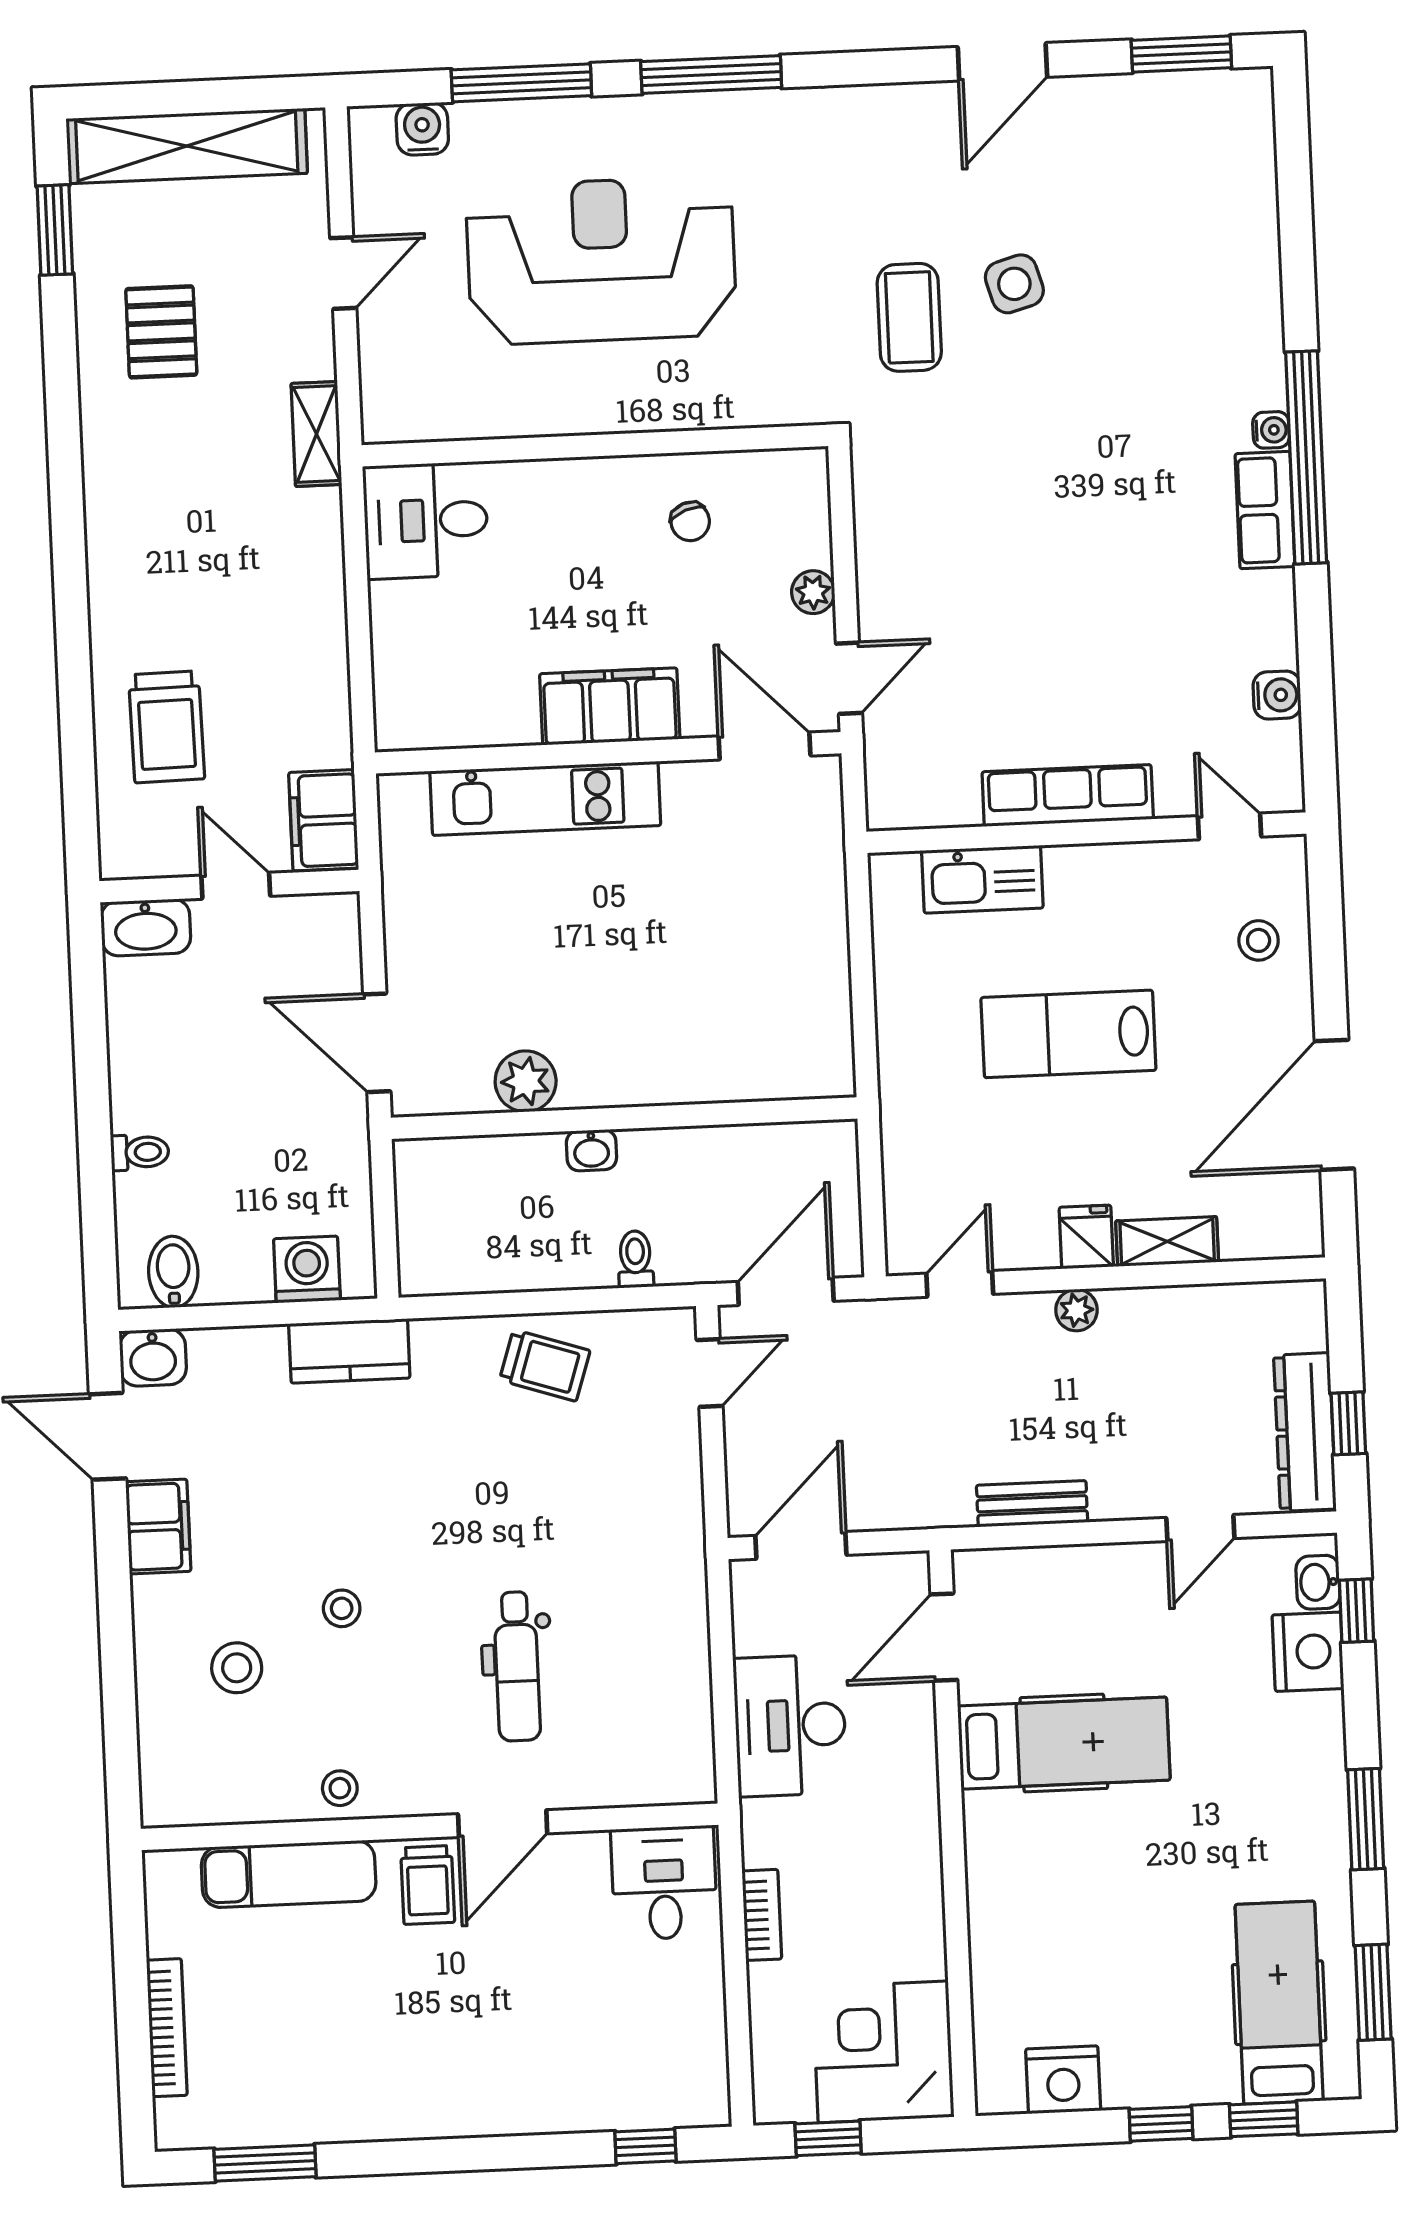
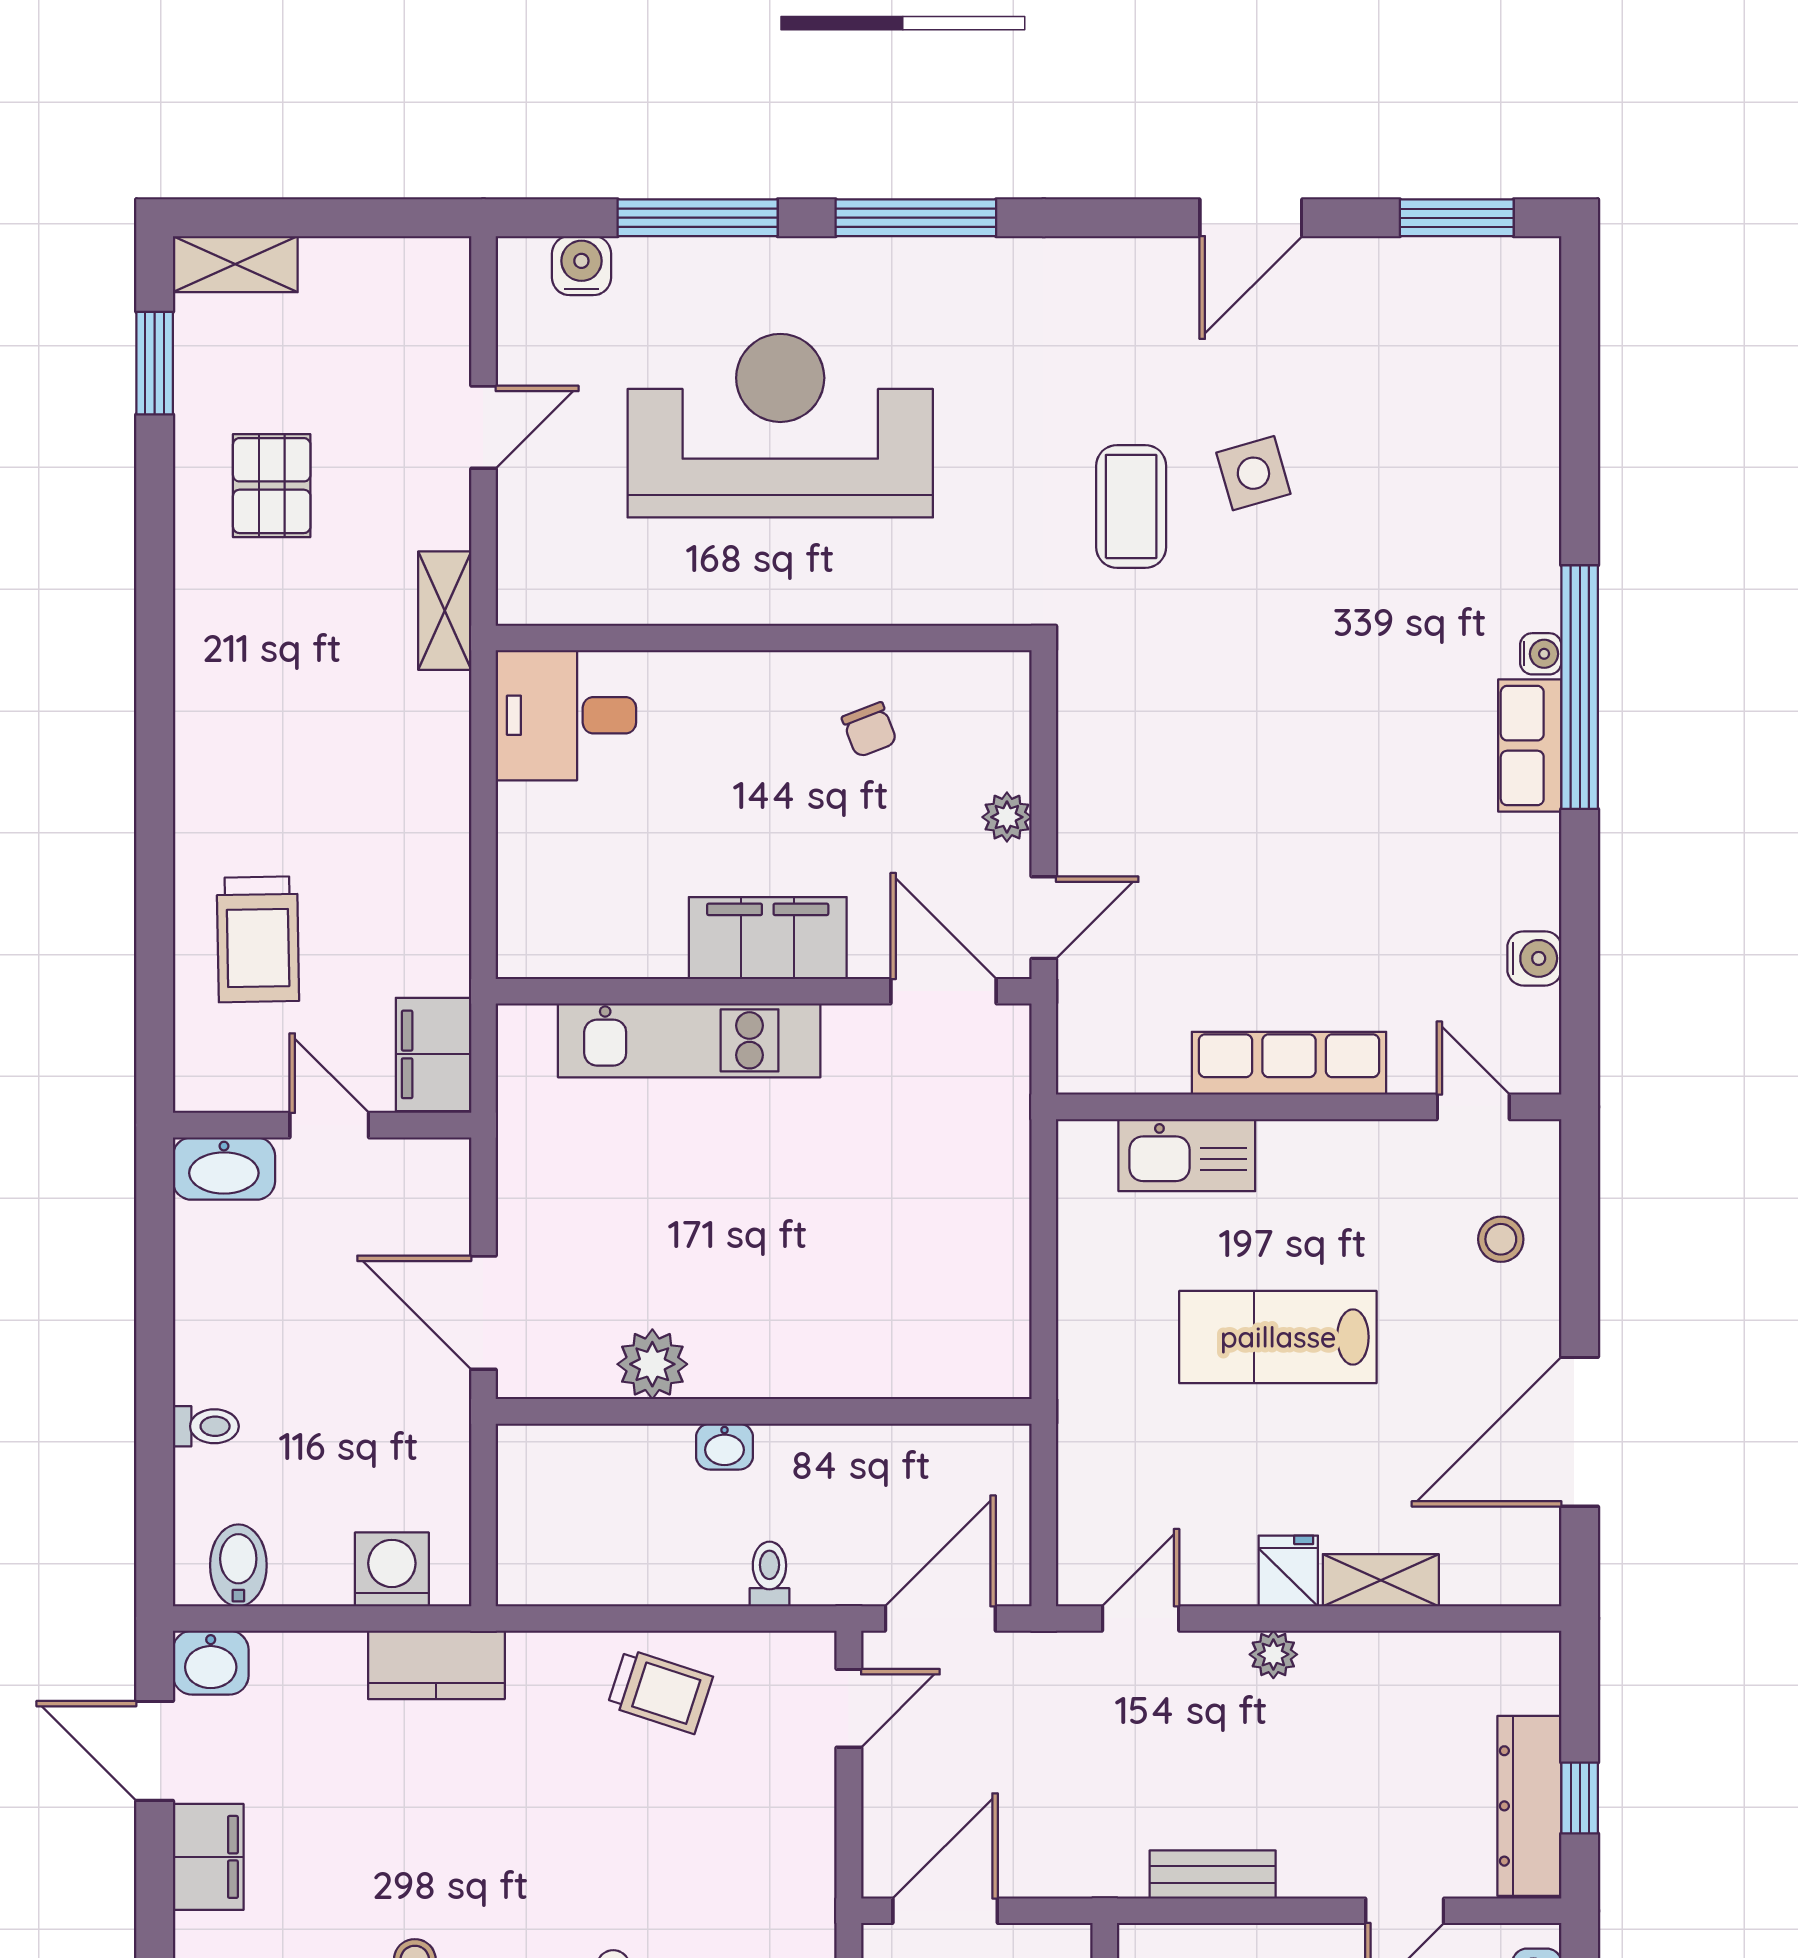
shelving: (187, 146) -> (235, 264), width x0.45, depth x0.75

